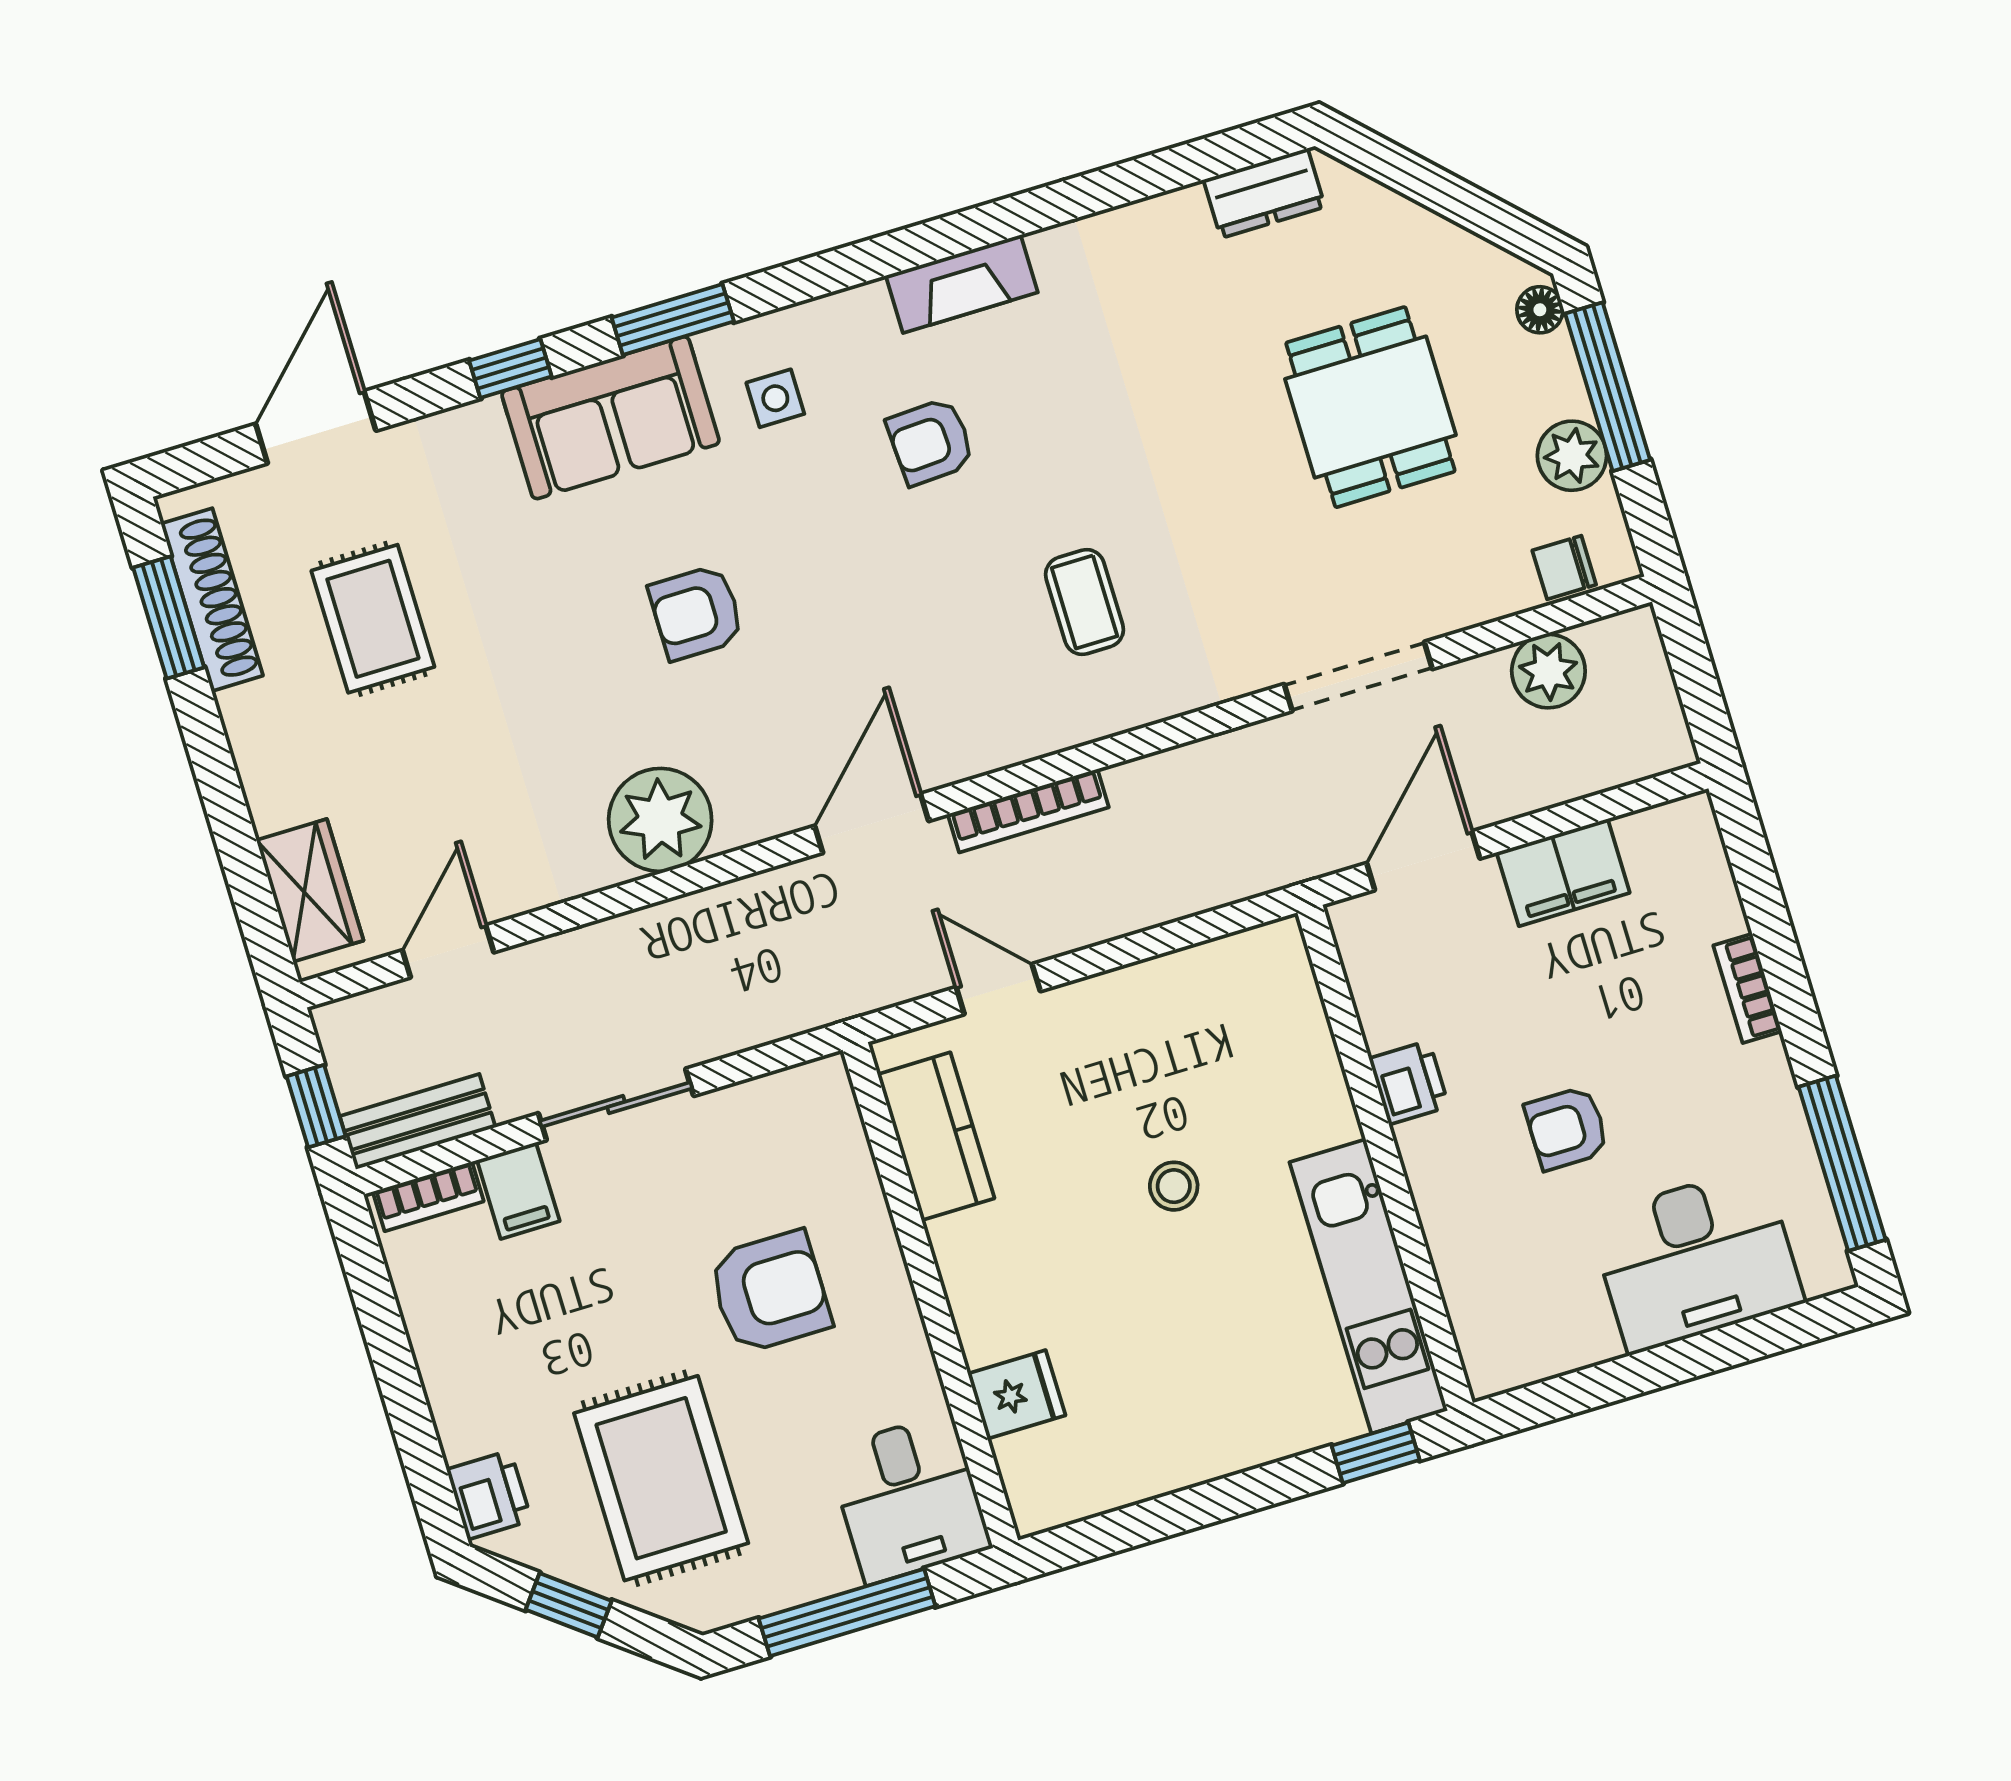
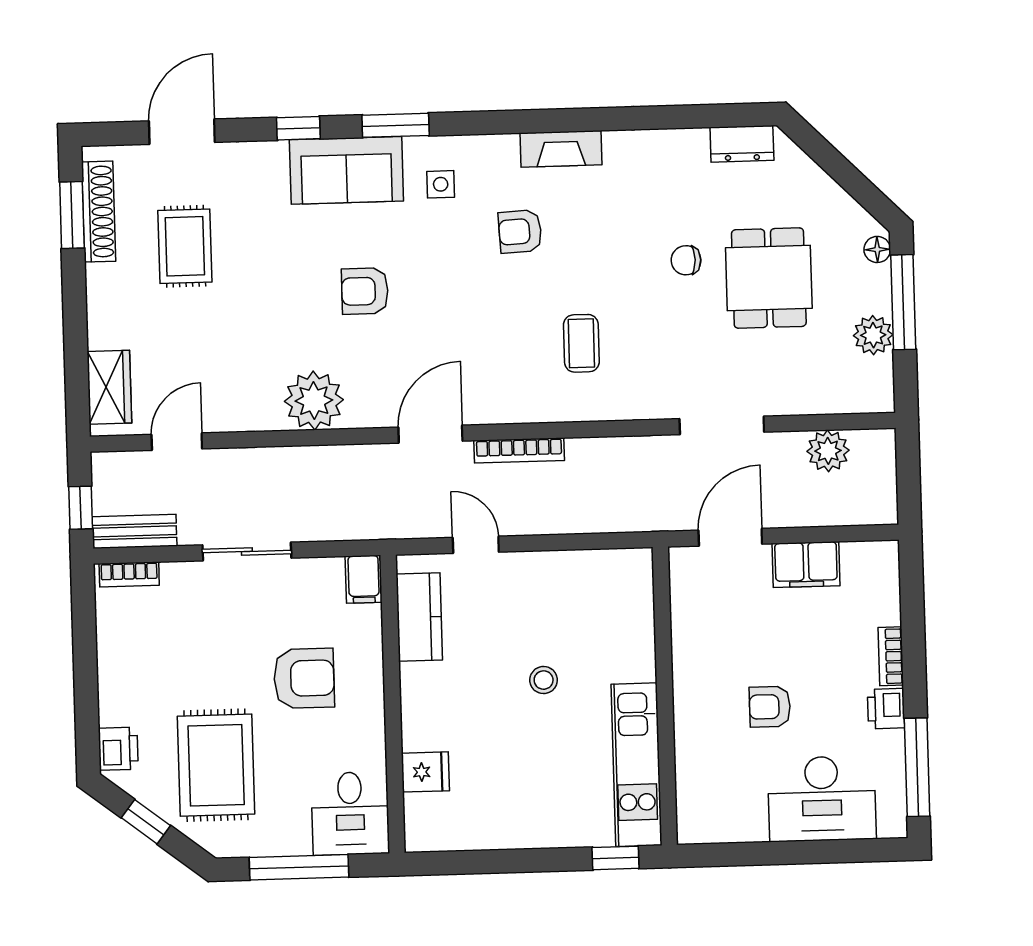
chair: (1564, 567) -> (686, 260), moved
printer: (1409, 1083) -> (886, 709), moved, turned 180
filing cabinet: (518, 1191) -> (364, 579), moved

